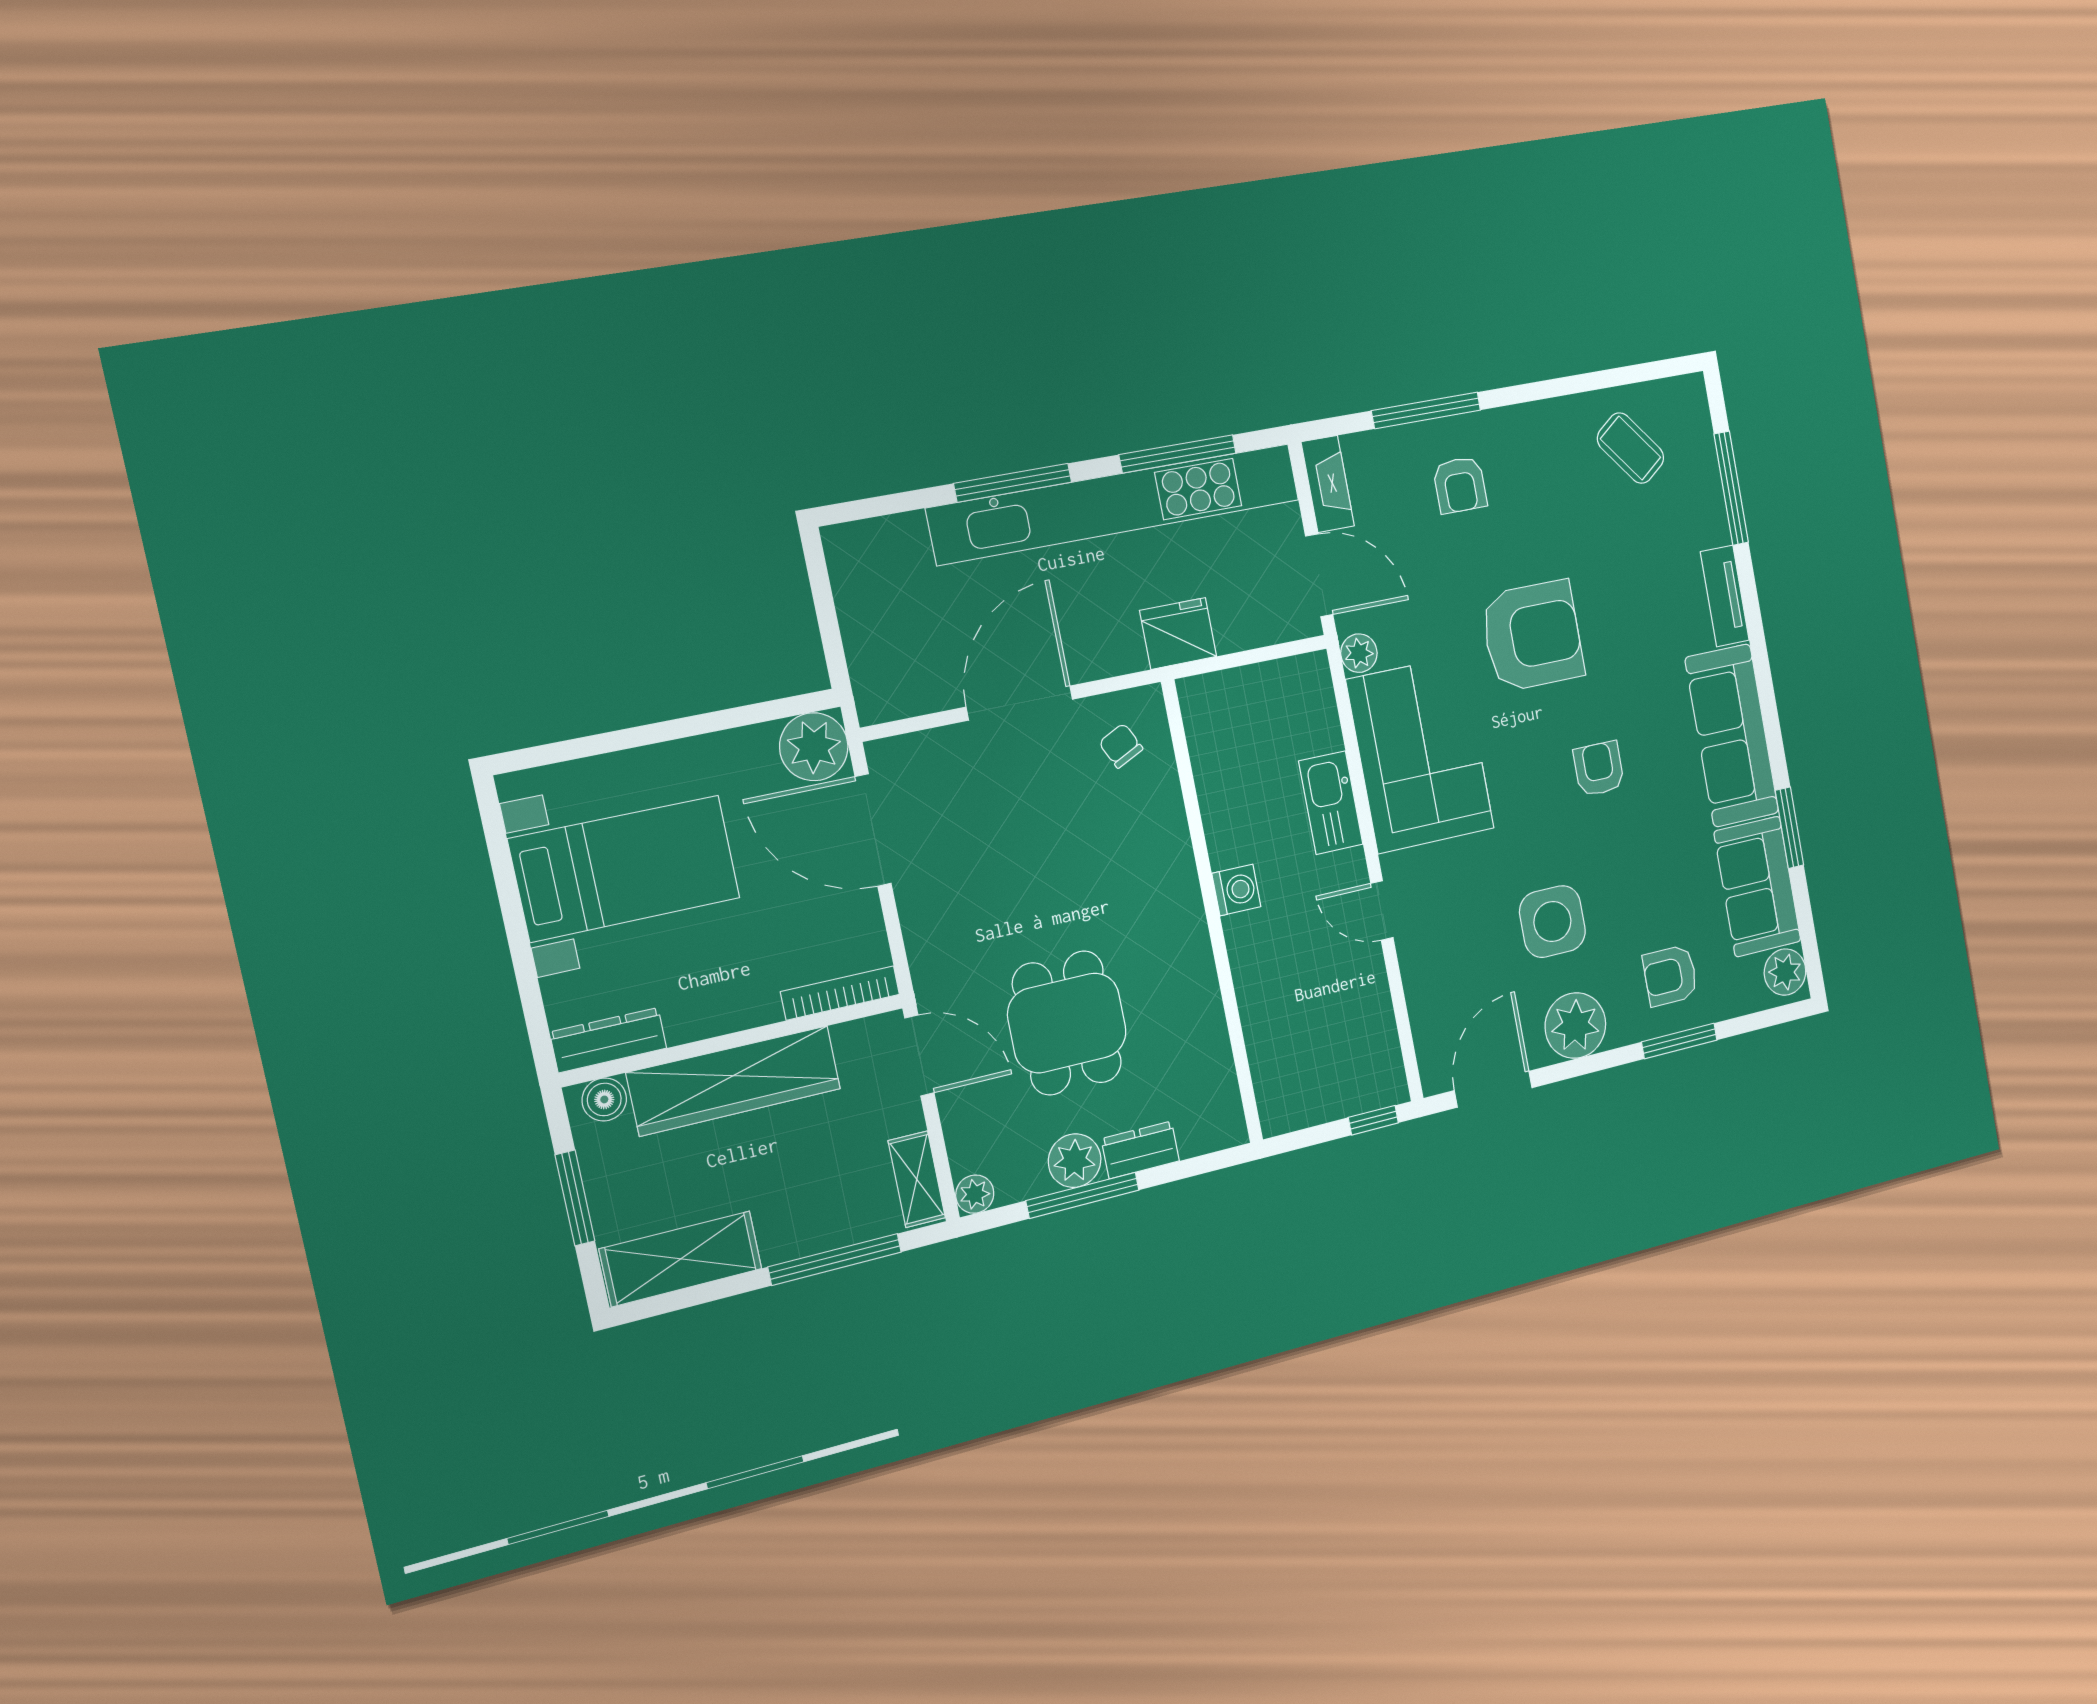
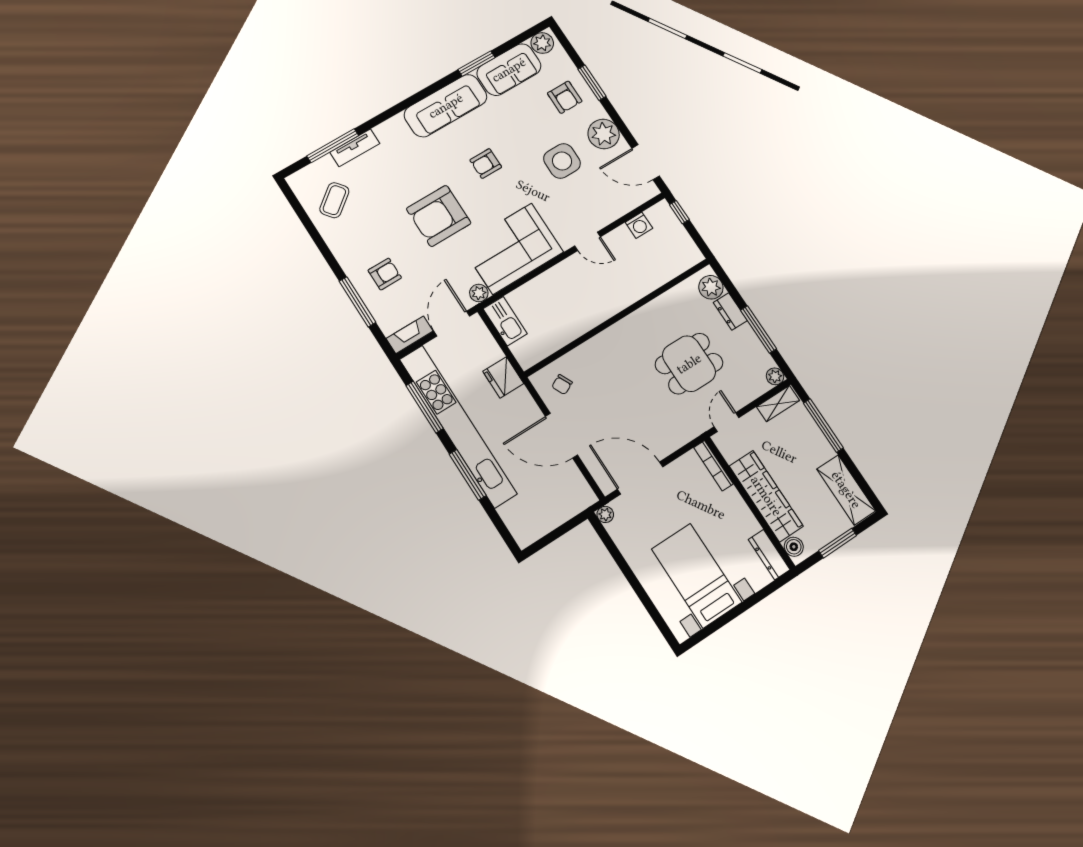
tv unit: (1725, 596) -> (355, 148), moved
armchair: (1532, 636) -> (439, 216), turned -90
plant: (814, 747) -> (605, 514), width x0.53, depth x0.53
kitchen sink: (1331, 803) -> (505, 321), moved, turned -90
door: (873, 830) -> (640, 478), swing flipped
washing machine: (1236, 890) -> (639, 225), moved, turned 180
door: (1382, 910) -> (587, 241), hinge flipped
door: (919, 1055) -> (727, 422), width x0.73
plant: (1075, 1161) -> (711, 287), moved

